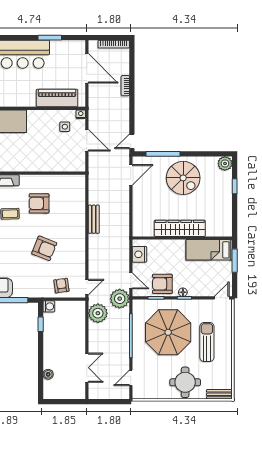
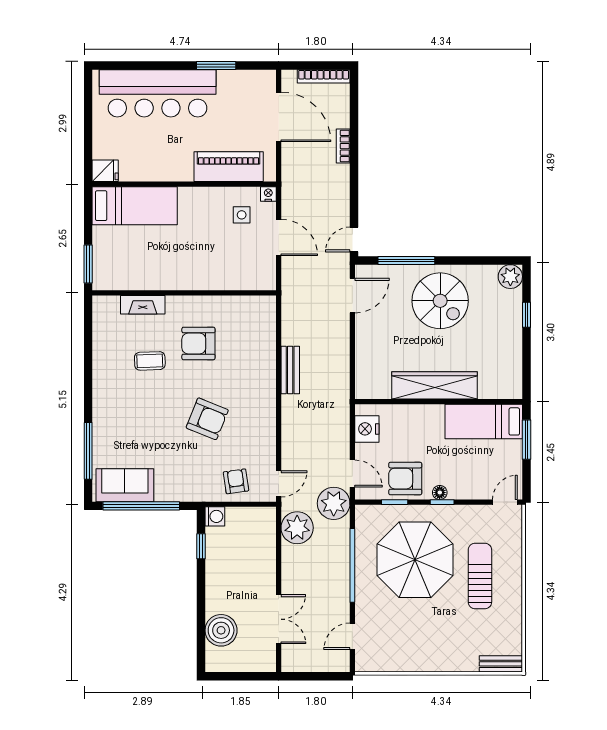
boiler: (48, 374) -> (221, 630), width x1.86, depth x1.86
round table: (185, 382) -> (443, 644), removed

